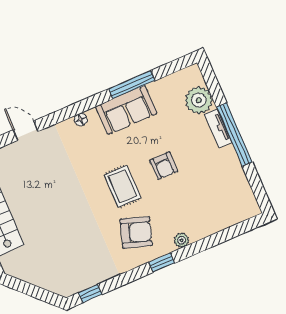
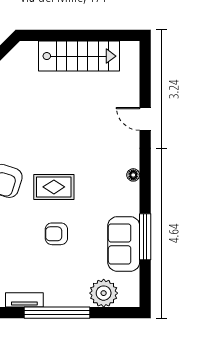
sofa: (126, 110) -> (124, 244), moved
tv unit: (218, 128) -> (24, 300), moved
door: (26, 131) -> (145, 119), swing flipped

